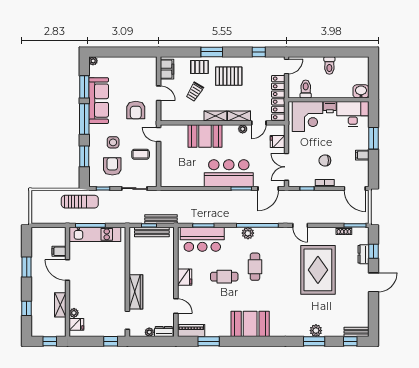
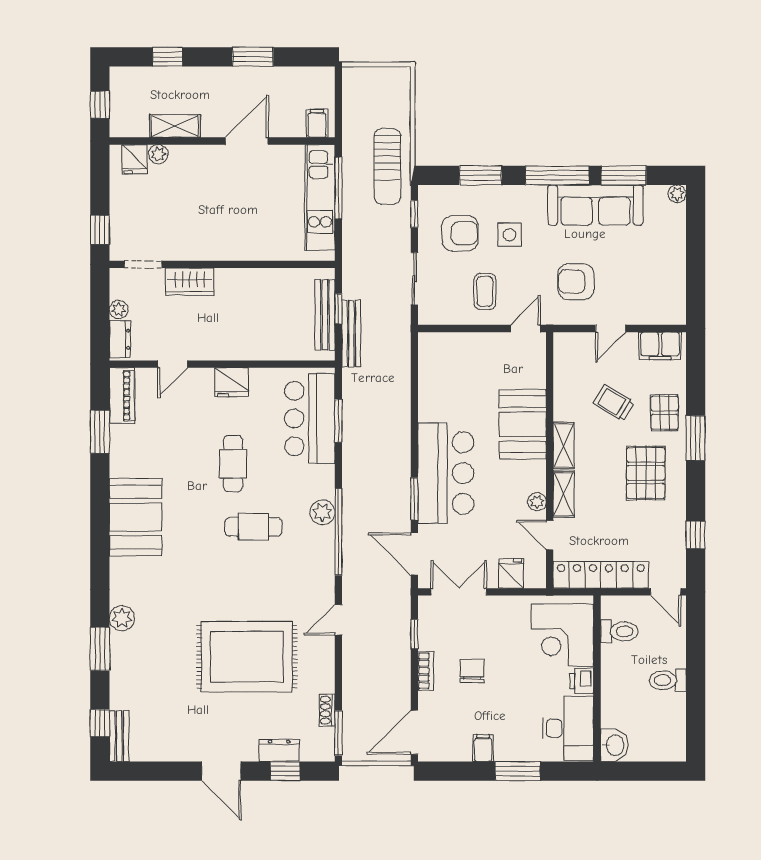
filing cabinet: (59, 251) -> (317, 123), moved
wardrobe: (136, 292) -> (190, 282), width x0.67
plant: (316, 331) -> (122, 618), moved

